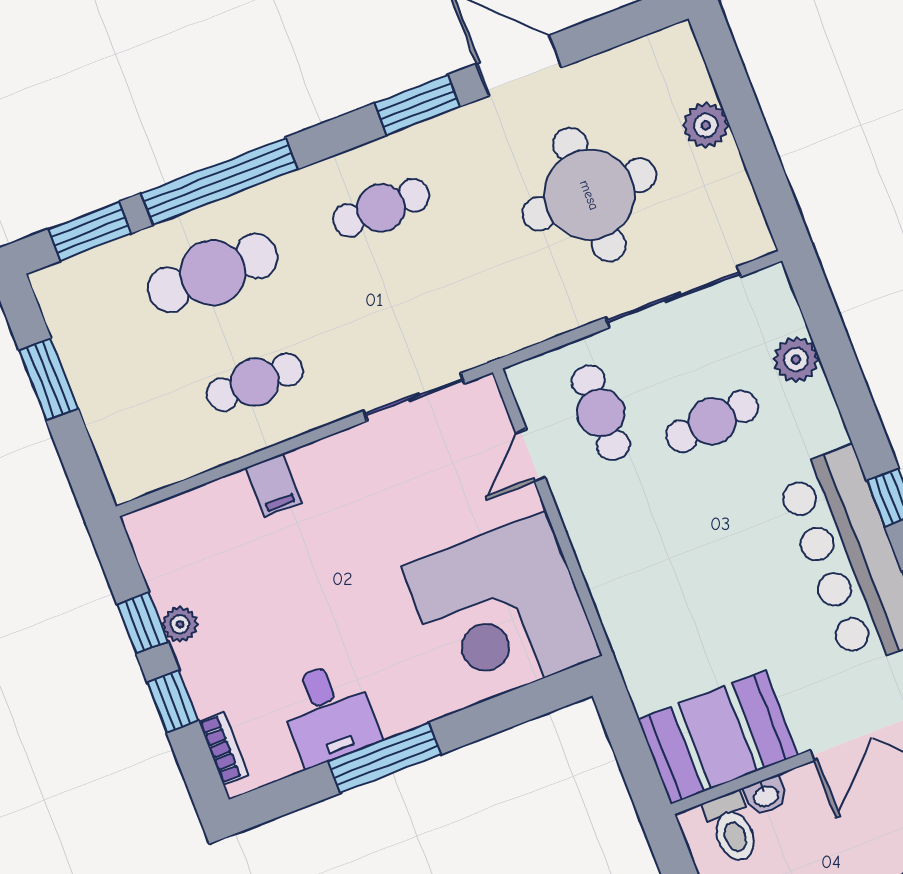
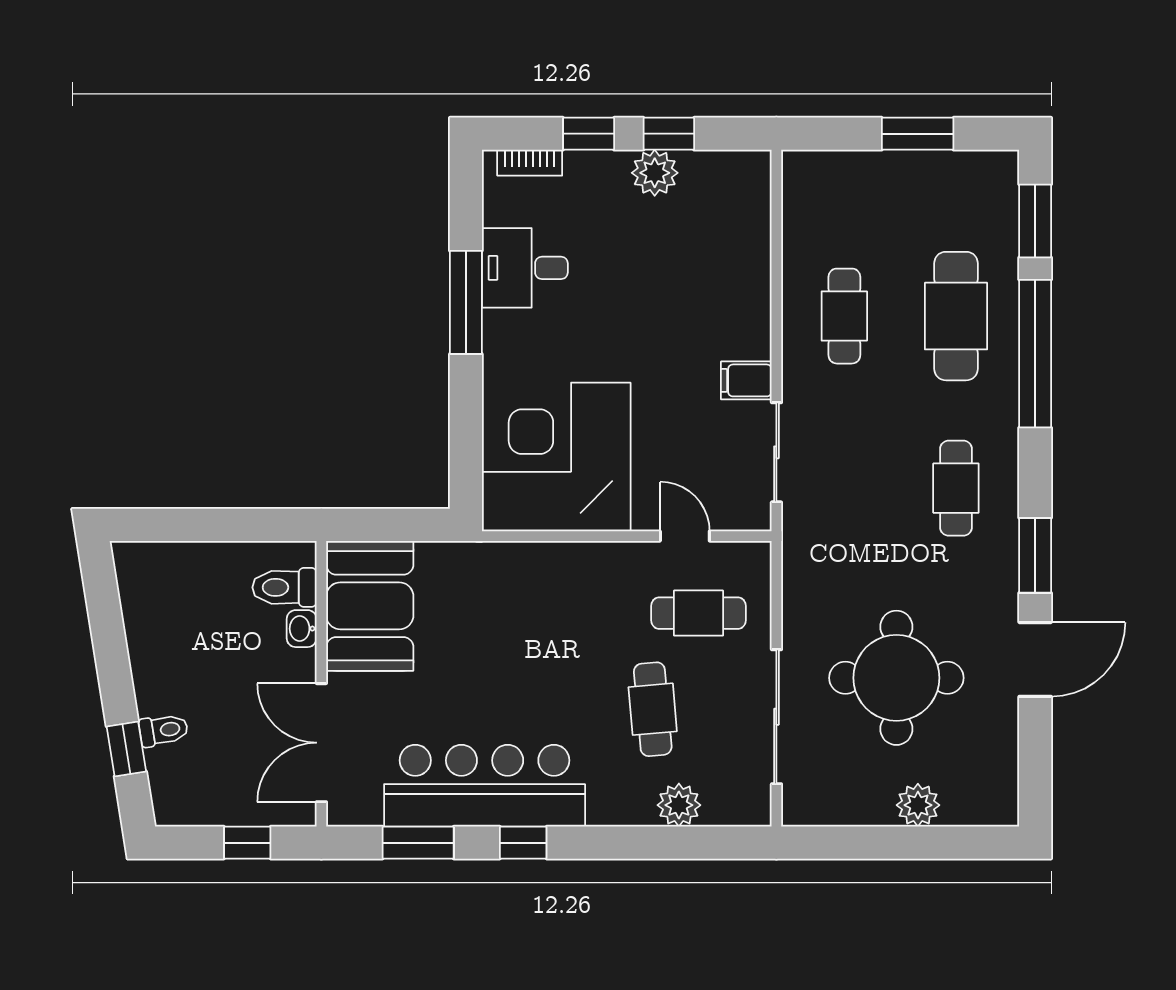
filing cabinet: (273, 485) -> (746, 380), moved
plant: (180, 624) -> (655, 173), width x1.38, depth x1.38

